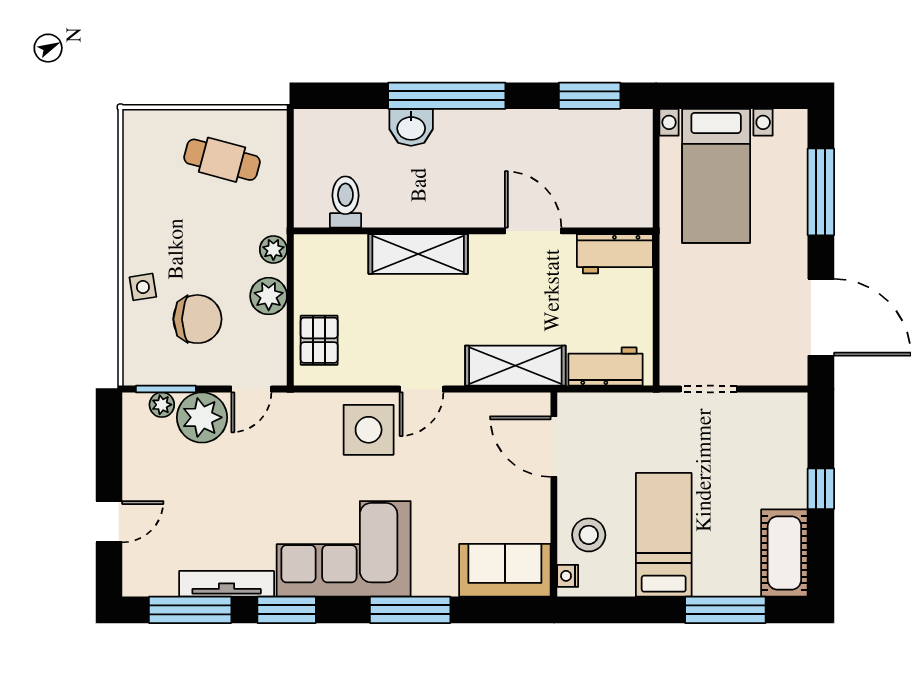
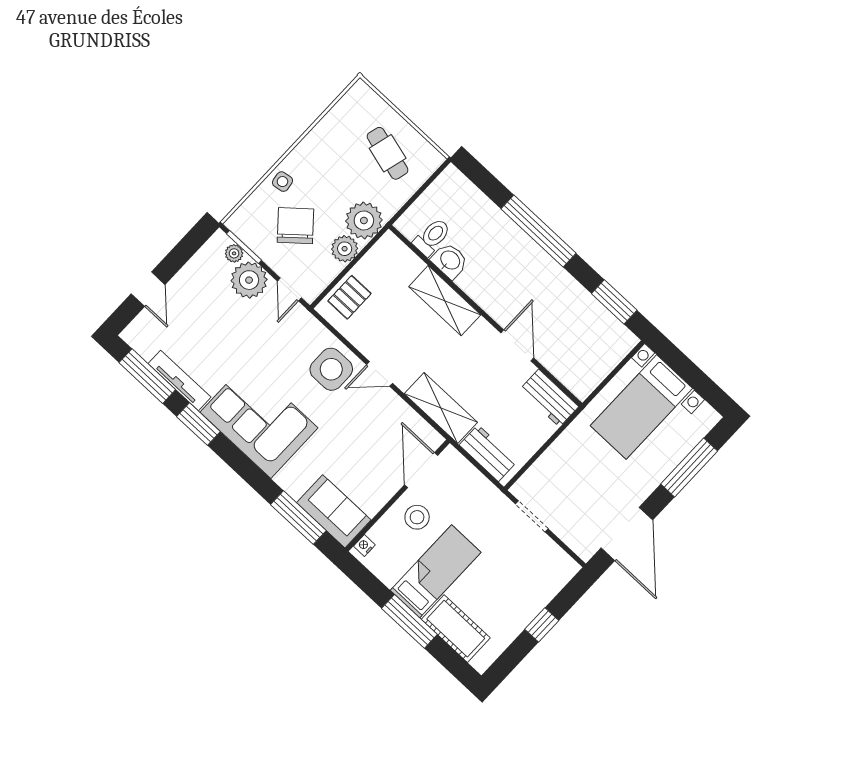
washbasin: (411, 127) -> (450, 261), moved, turned 180
plant: (273, 249) -> (364, 221), width x1.88, depth x1.88
chair: (197, 319) -> (295, 226), turned -131
door: (251, 389) -> (289, 289), hinge flipped
door: (109, 522) -> (148, 289), hinge flipped
stool: (589, 535) -> (417, 517), moved
cot: (784, 553) -> (456, 629), moved, turned 90
window: (410, 610) -> (298, 518), moved
window: (725, 610) -> (409, 621), moved

